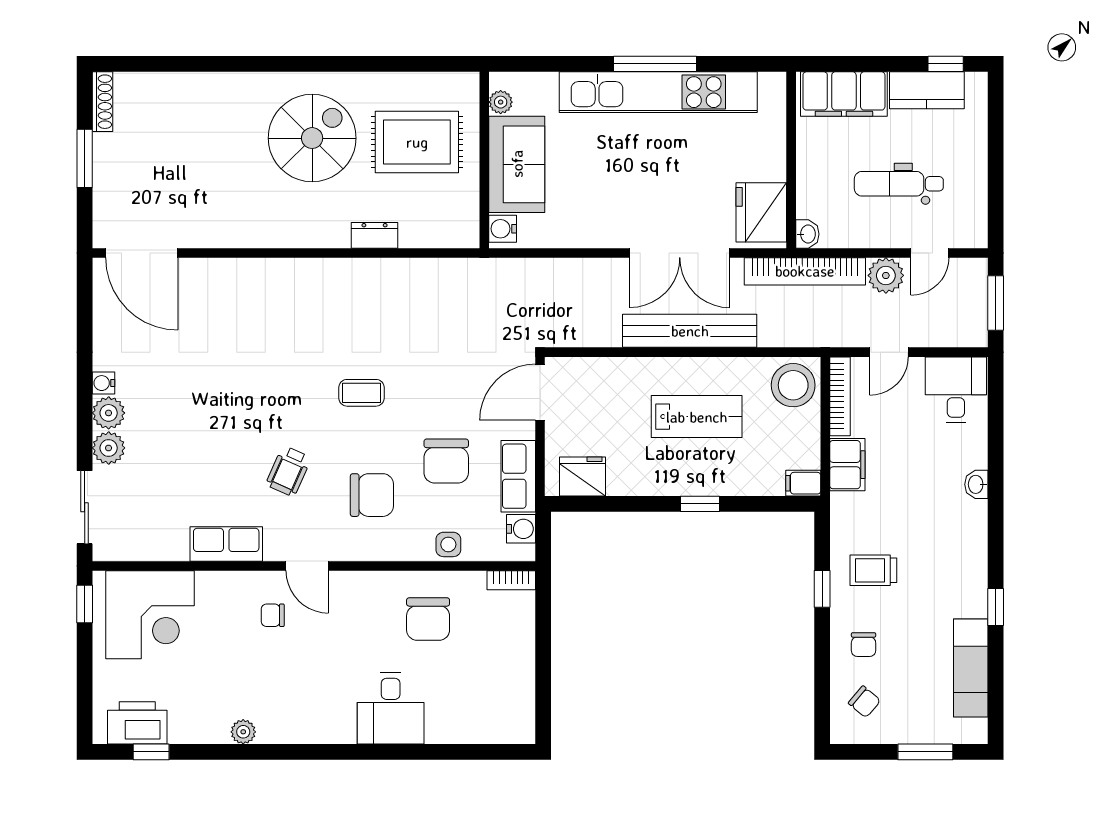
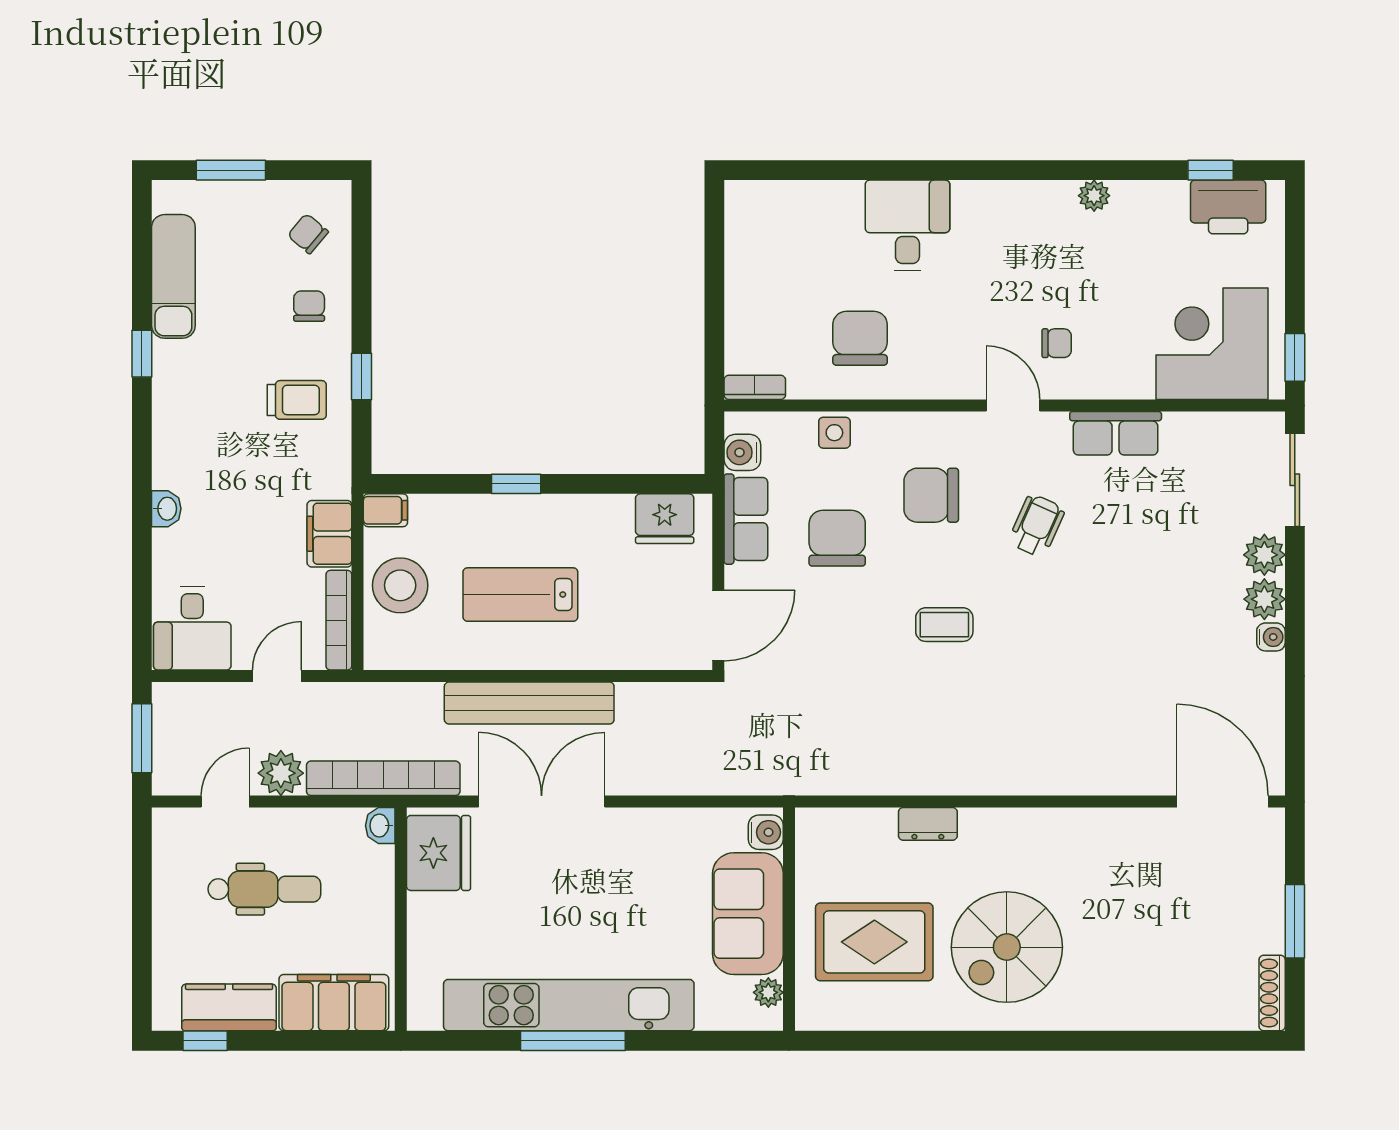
stool: (793, 385) -> (400, 585), moved

